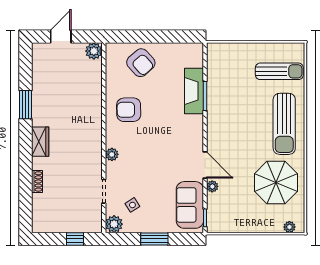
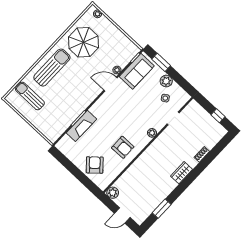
window: (26, 105) -> (162, 209), moved
door: (205, 165) -> (111, 84), hinge flipped
plant: (114, 224) -> (166, 81), moved
window: (75, 239) -> (218, 116), moved
window: (154, 239) -> (161, 62), moved

